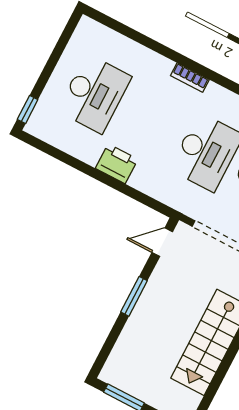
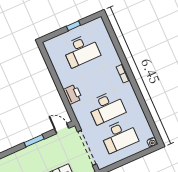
window: (28, 110) -> (73, 26), moved
printer: (117, 164) -> (73, 94), moved

